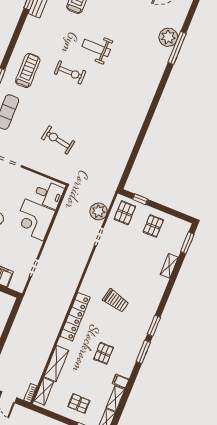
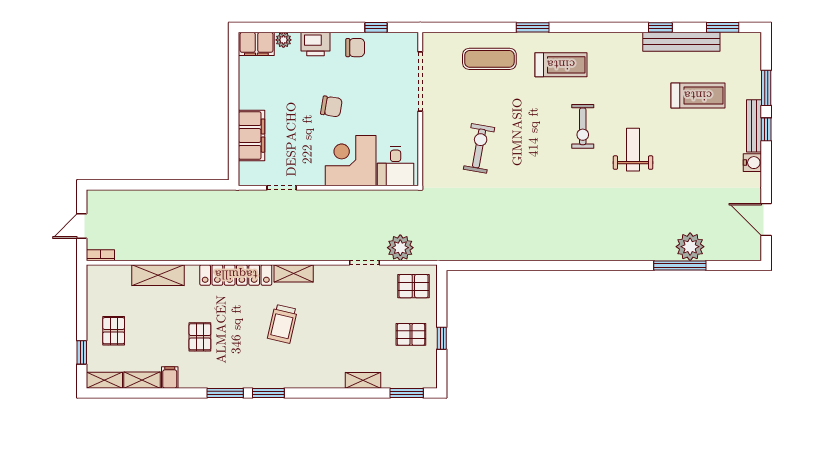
window: (140, 199) -> (442, 338), moved
pallet: (104, 353) -> (200, 337), turned 90
shelving: (44, 391) -> (294, 273), moved

